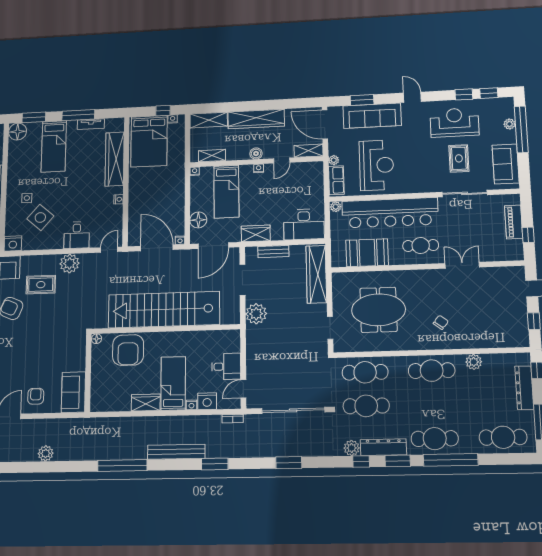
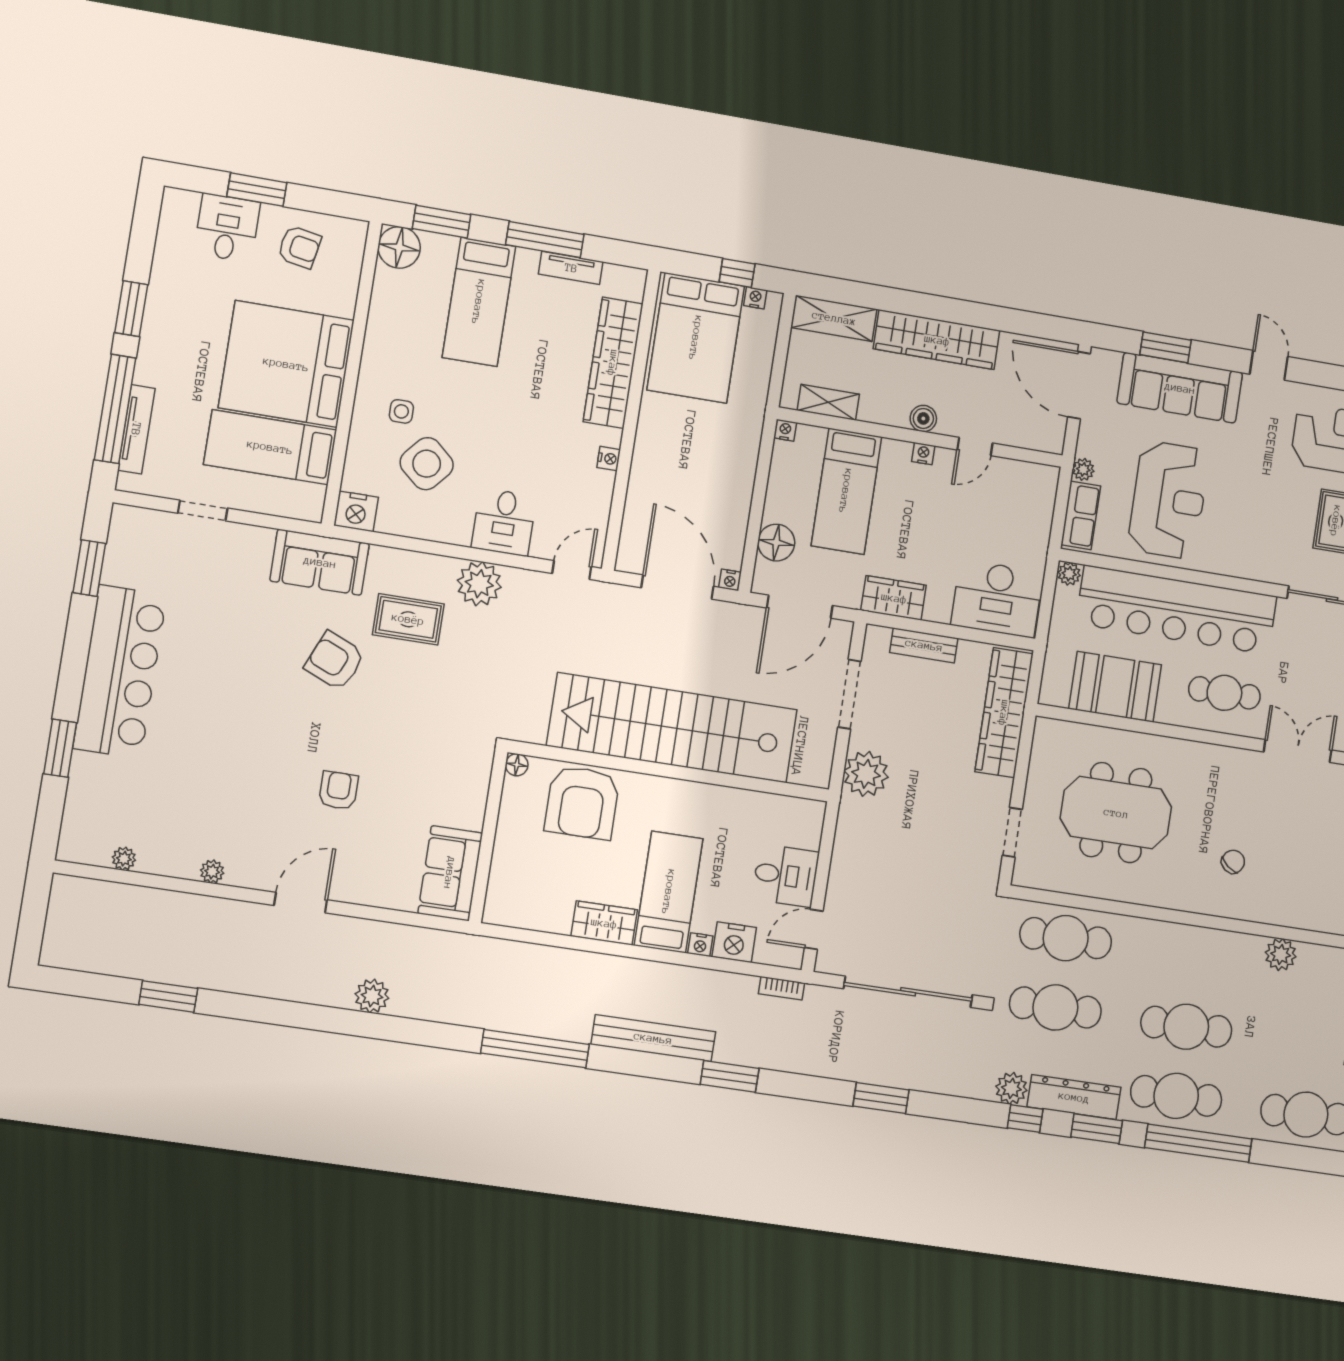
shelving: (309, 151) -> (1035, 437), removed
cafe table: (432, 371) -> (1186, 1027), moved
armchair: (36, 396) -> (338, 790), moved

